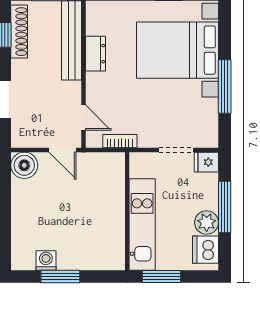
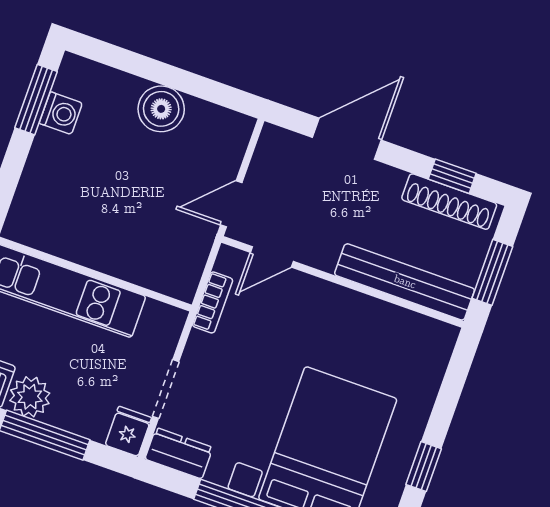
dresser: (95, 54) -> (179, 453), moved, turned 180
boiler: (24, 165) -> (161, 109), moved
window: (60, 276) -> (36, 100), moved

